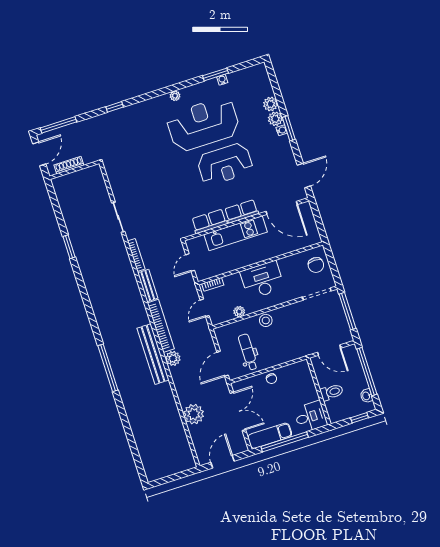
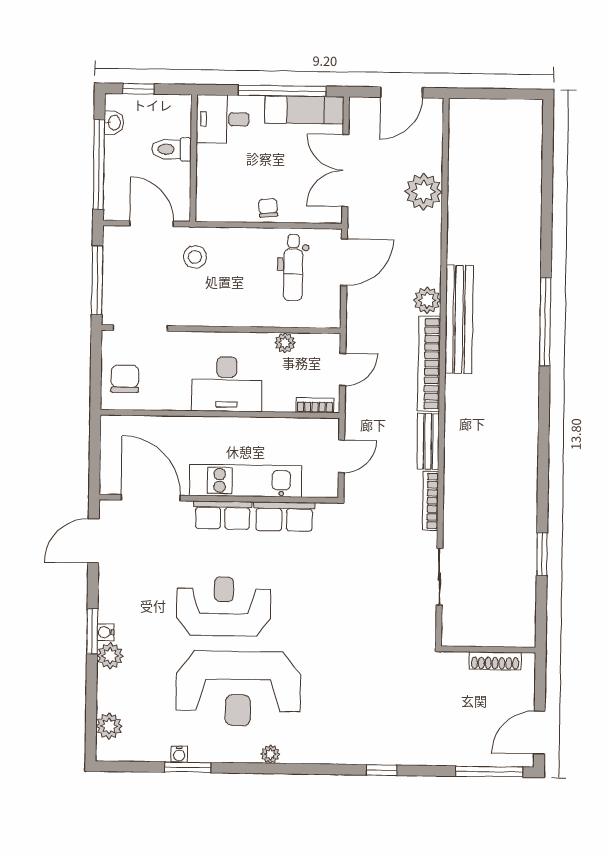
plant: (271, 104) -> (109, 726), moved
shoe rack: (69, 165) -> (495, 661), moved
wall: (74, 170) -> (488, 649), moved
stool: (266, 320) -> (195, 257), moved

